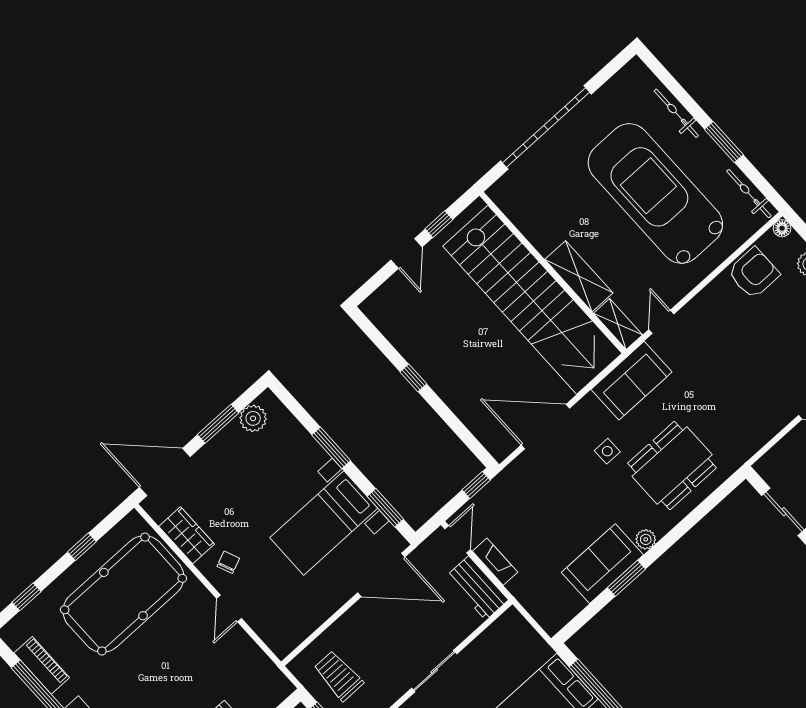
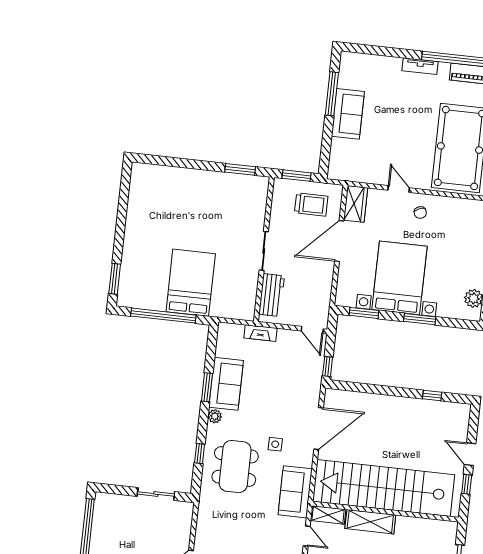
window: (413, 378) -> (432, 396), moved
window: (698, 514) -> (200, 454), added
bed with nightstands: (324, 523) -> (399, 278), width x1.36
wardrobe: (187, 535) -> (356, 204), moved, turned -90
fireplace: (495, 562) -> (260, 333), moved
door: (381, 575) -> (339, 241), moved
workbench: (477, 588) -> (272, 295), moved, turned 90

